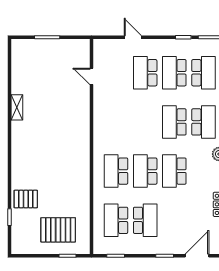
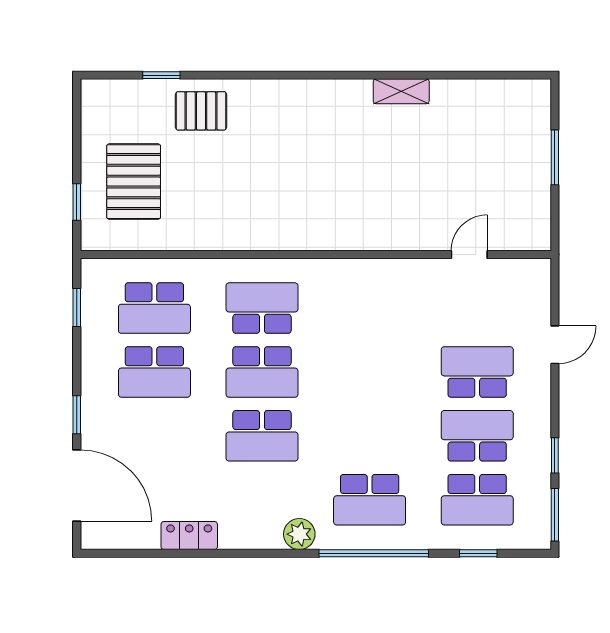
school desk: (174, 122) -> (370, 436), removed
school desk: (145, 171) -> (262, 372), turned 180
school desk: (174, 171) -> (262, 436), turned 180
pallet: (26, 199) -> (201, 111), turned 90
school desk: (116, 220) -> (154, 308), turned 180
door: (197, 256) -> (77, 485), width x1.36

